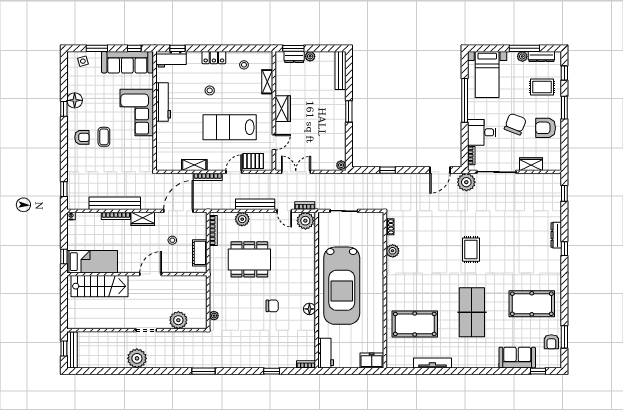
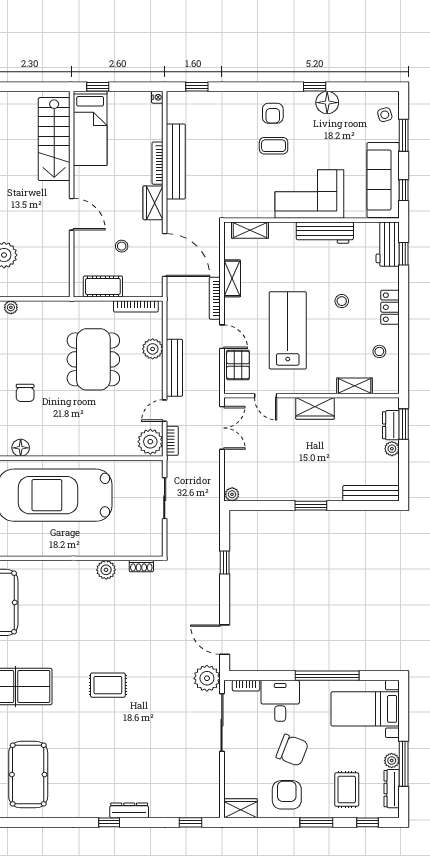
shelving: (161, 153) -> (250, 230), added
wardrobe: (531, 164) -> (241, 808), moved, turned -90

